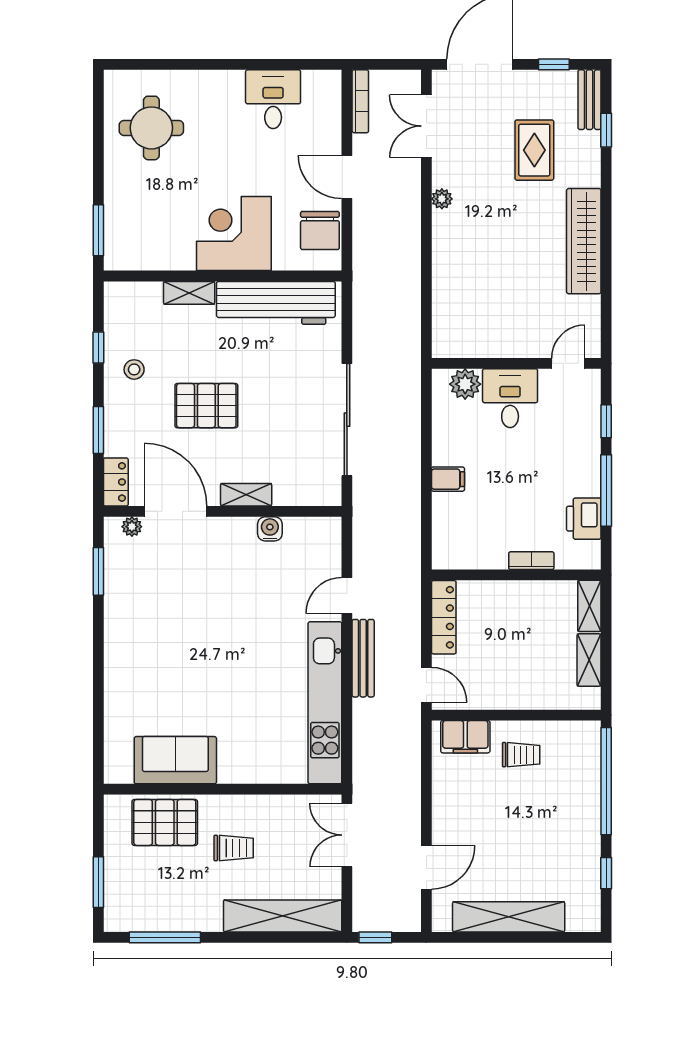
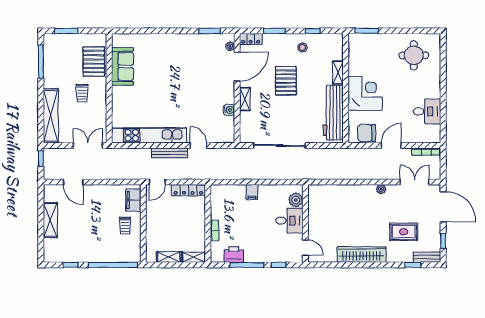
shelving: (509, 917) -> (50, 220), width x0.68

